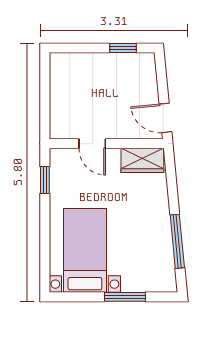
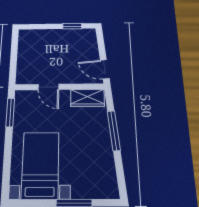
window: (45, 180) -> (10, 112), width x1.50
window: (177, 241) -> (114, 131), moved

